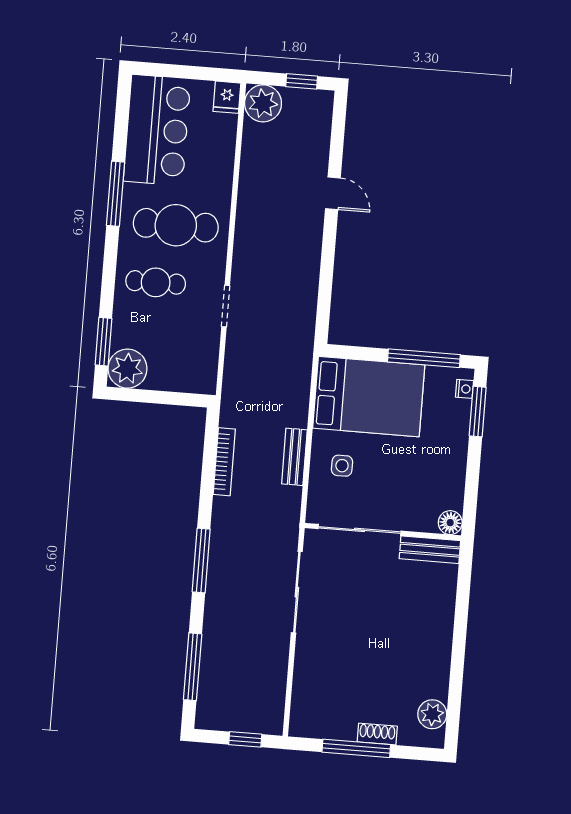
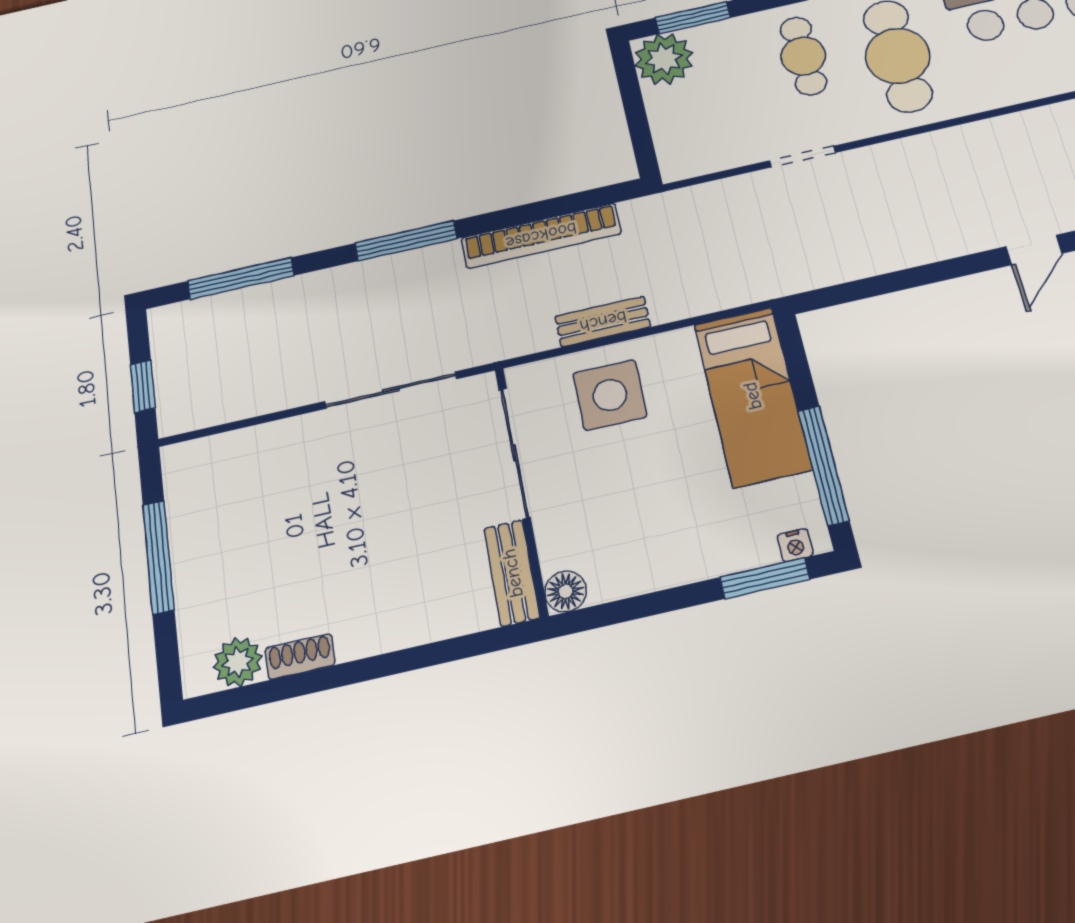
bed: (369, 397) -> (752, 396), width x0.67
bookcase: (224, 462) -> (541, 236), width x1.48, depth x1.31
side table: (342, 466) -> (610, 395), width x1.87, depth x1.87
shoe rack: (377, 734) -> (300, 657), moved, turned -90

